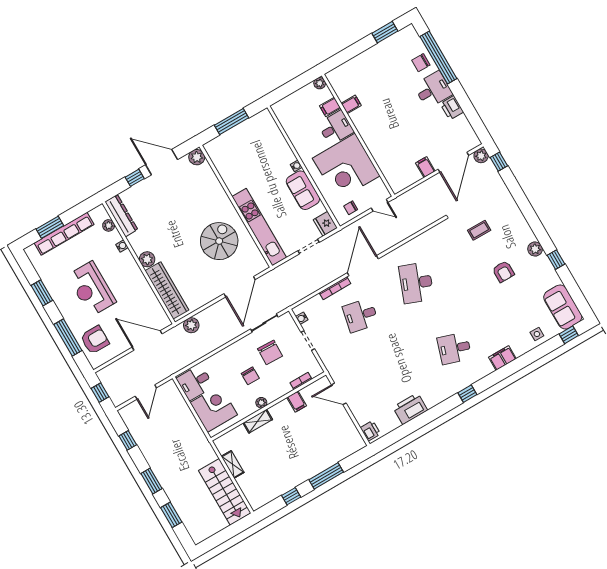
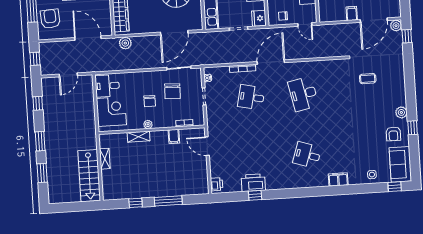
armchair: (503, 272) -> (393, 134), moved
desk: (416, 283) -> (303, 94), turned -33
armchair: (95, 340) -> (50, 19), turned -94
window: (467, 394) -> (255, 195), moved

